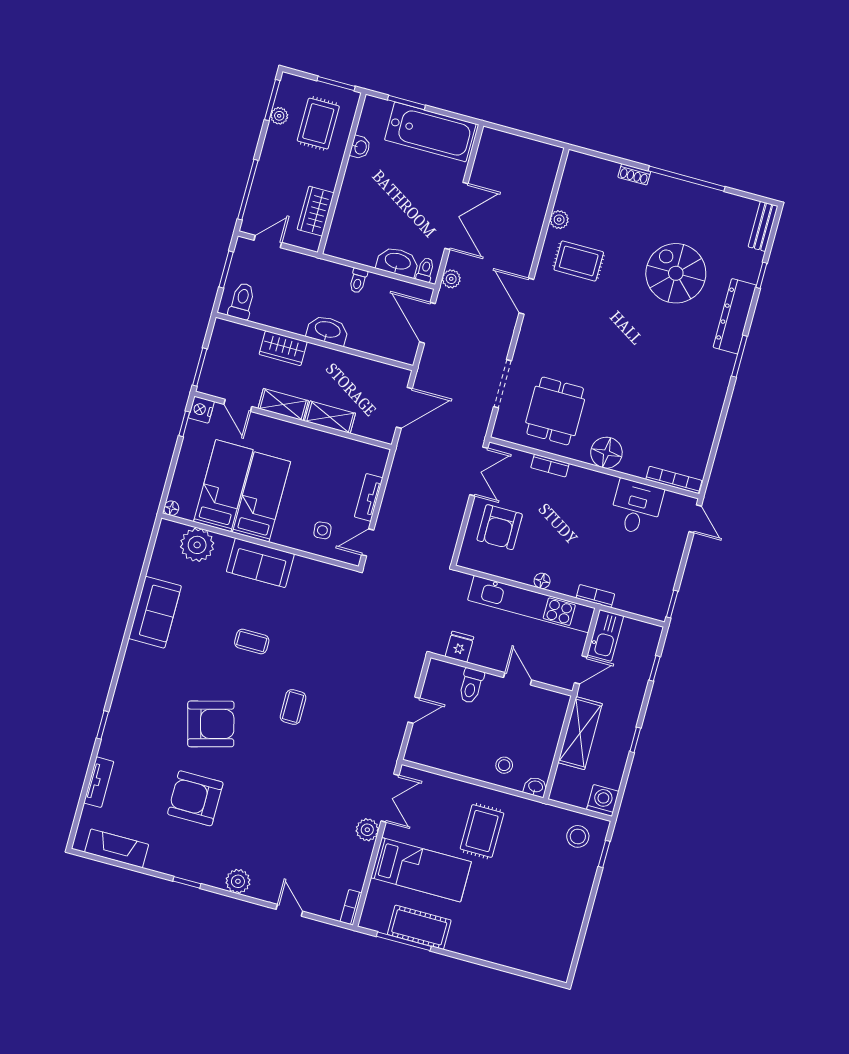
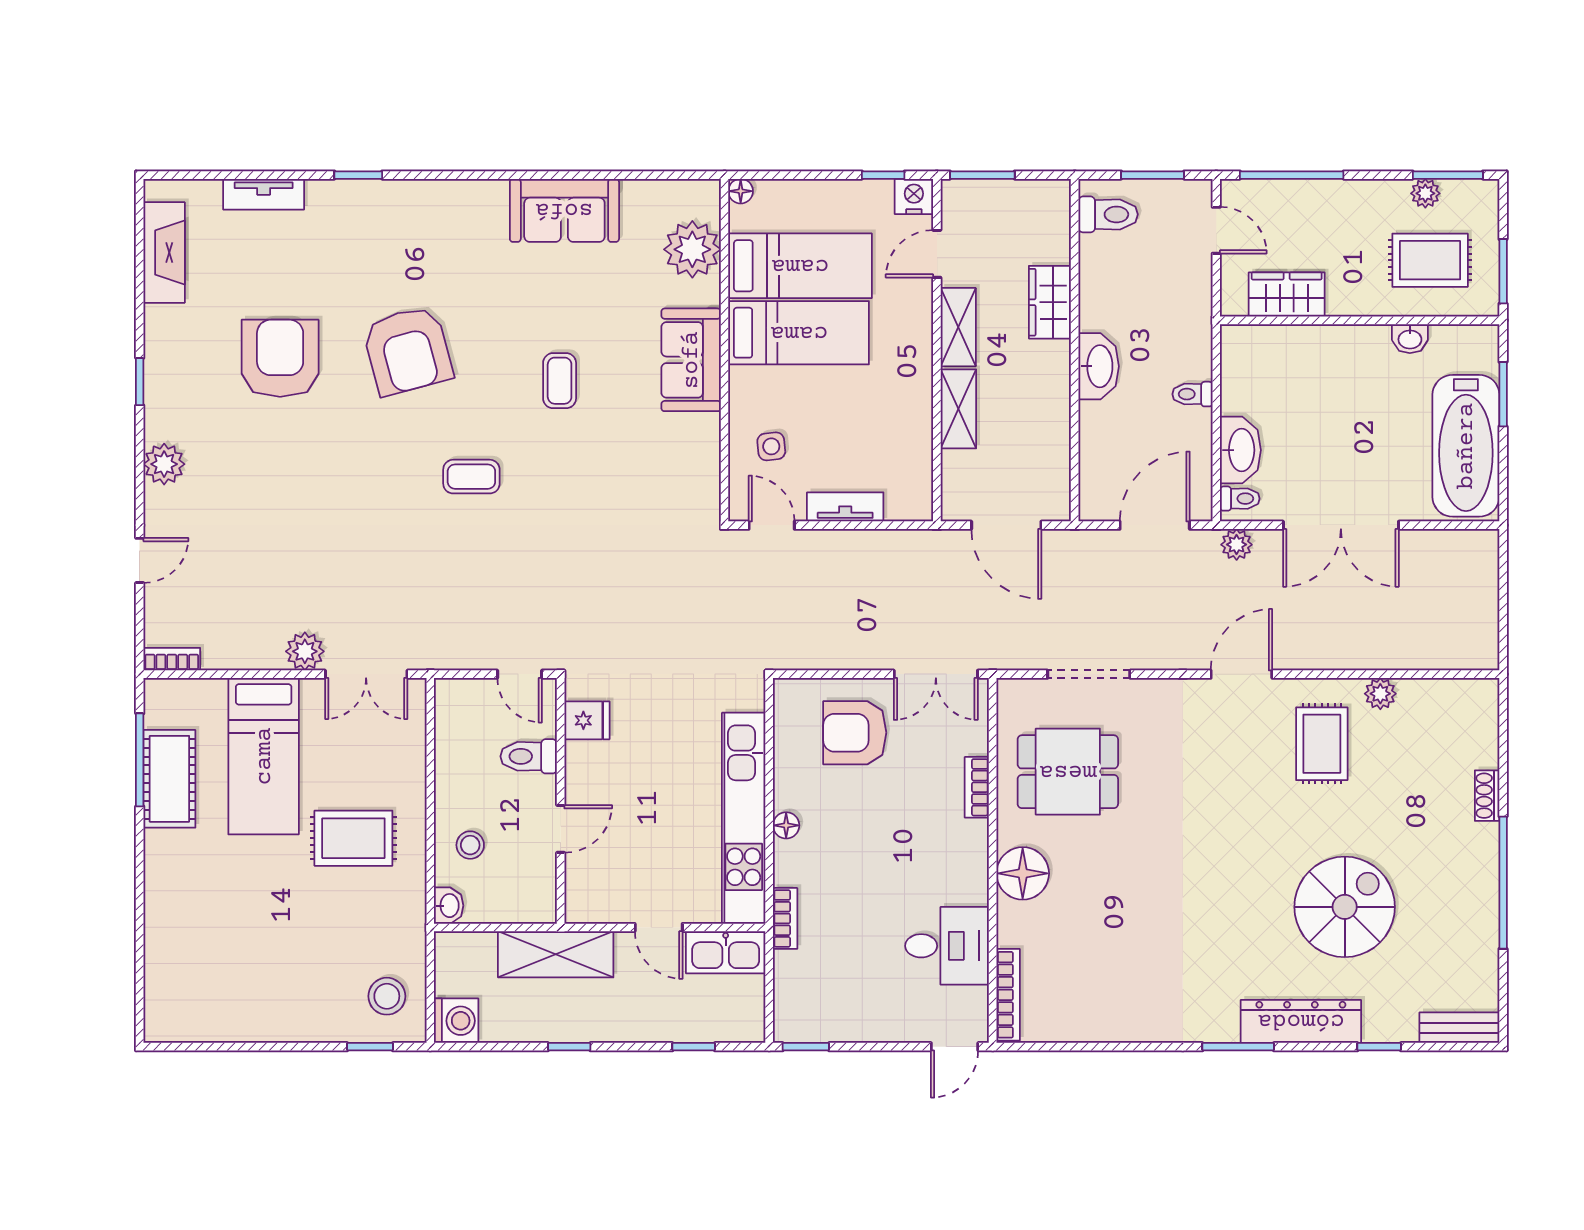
fridge: (459, 647) -> (587, 720), moved
wall: (502, 674) -> (561, 801), moved
door: (518, 679) -> (561, 829), moved
toilet: (471, 686) -> (529, 756), moved

